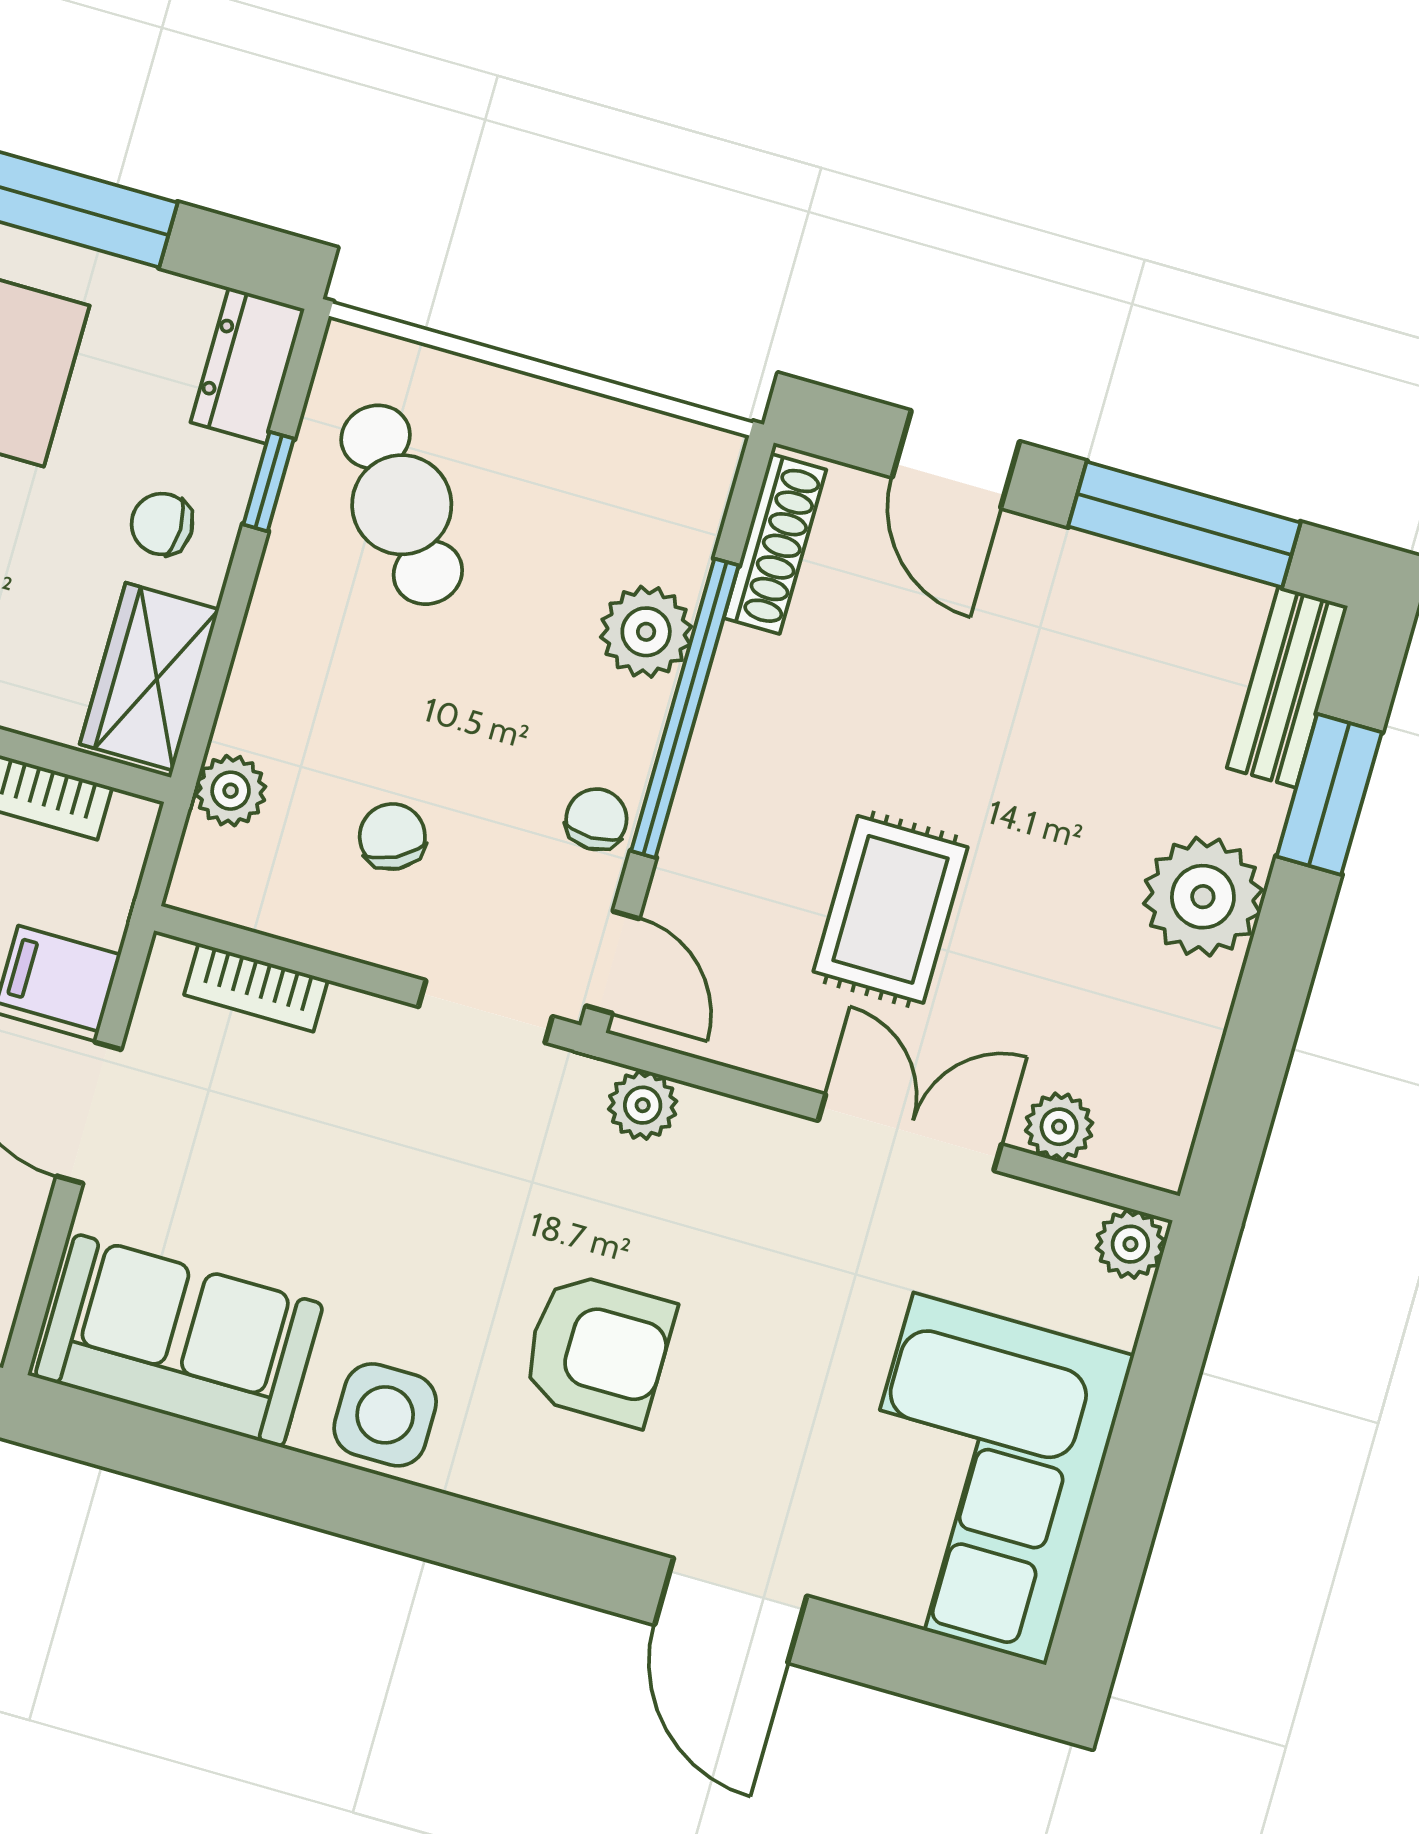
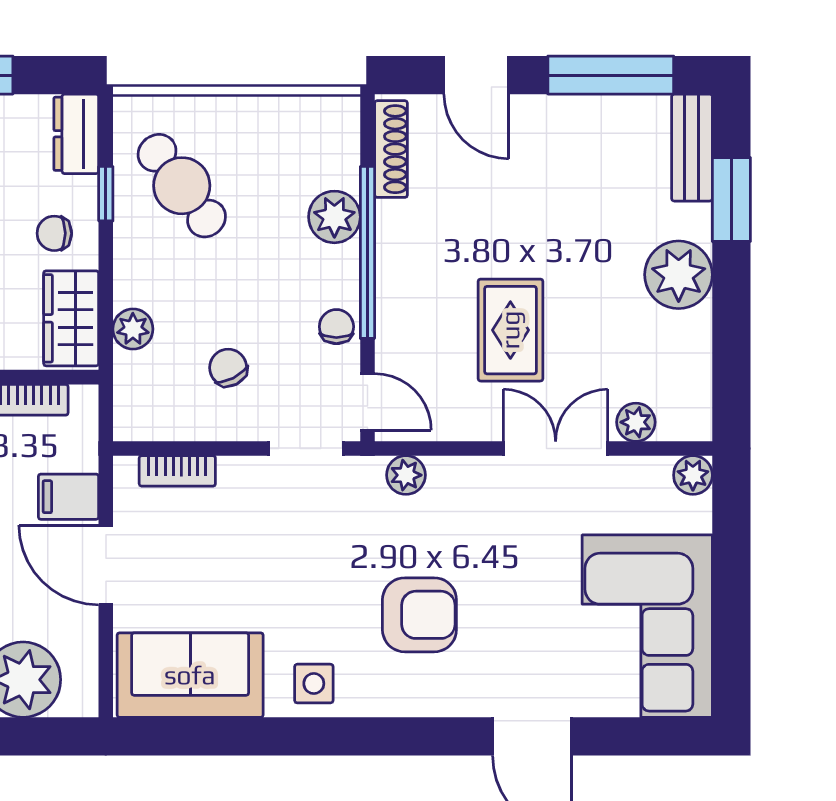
plant: (231, 791) -> (133, 329), moved
side table: (385, 1415) -> (314, 684), width x0.73, depth x0.73

